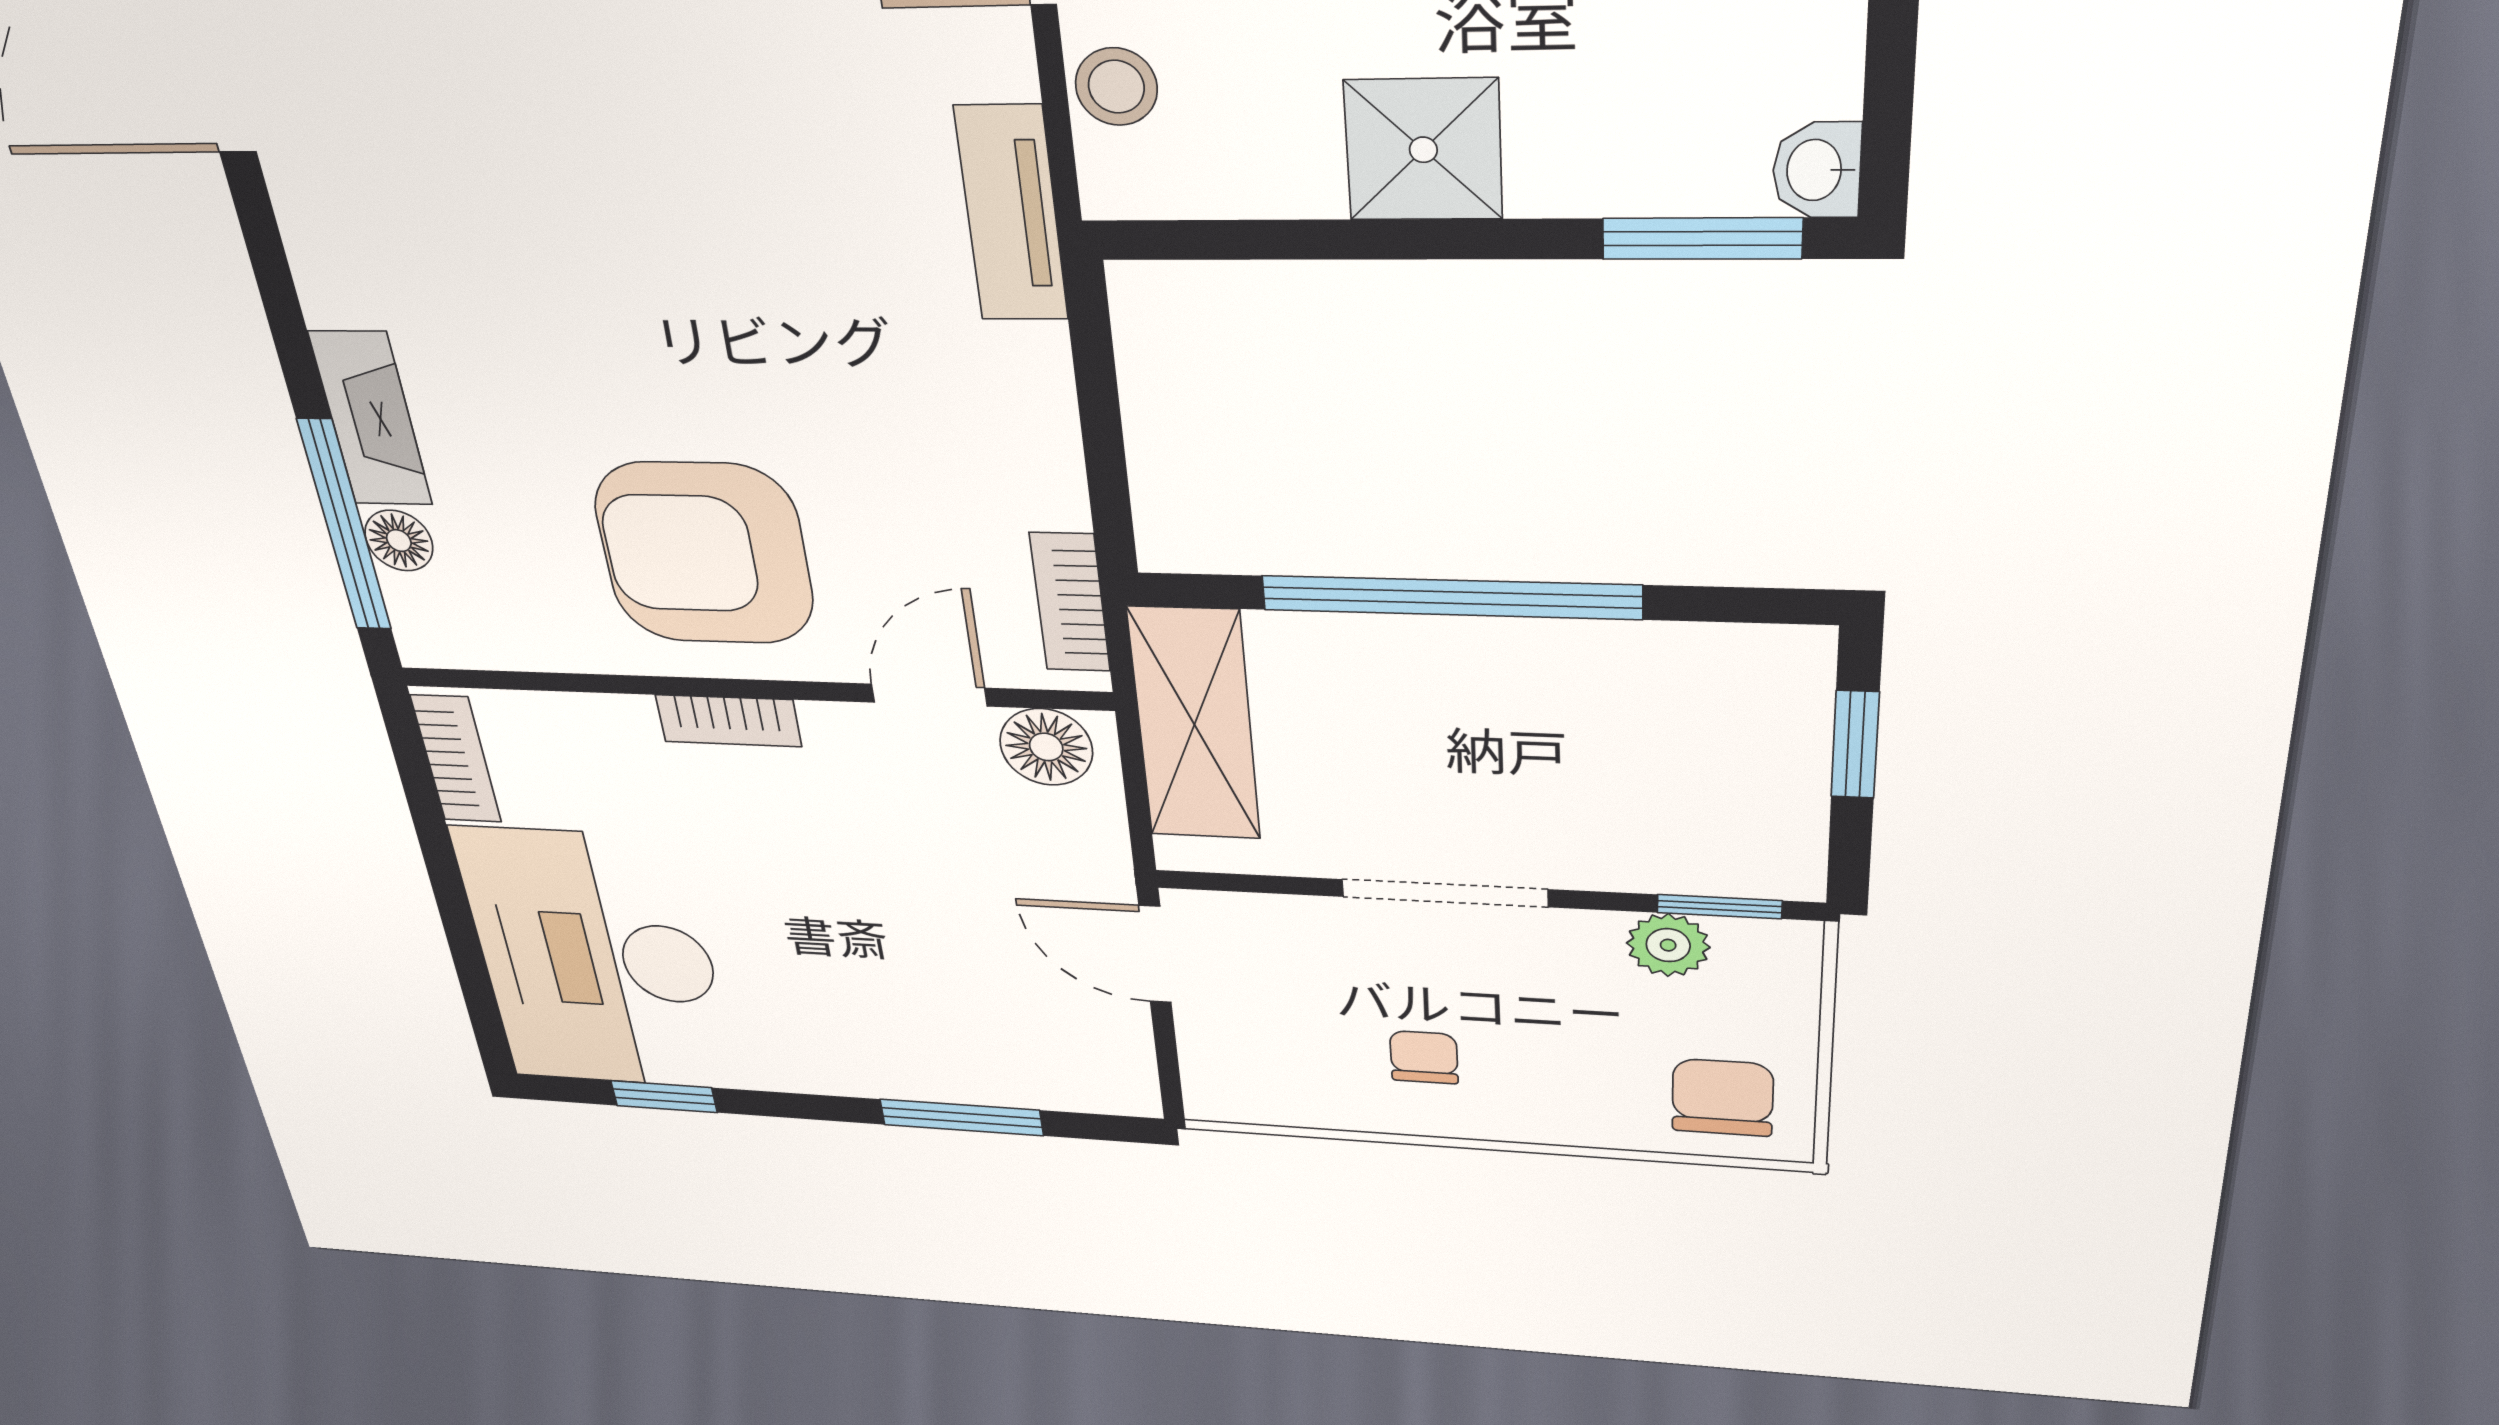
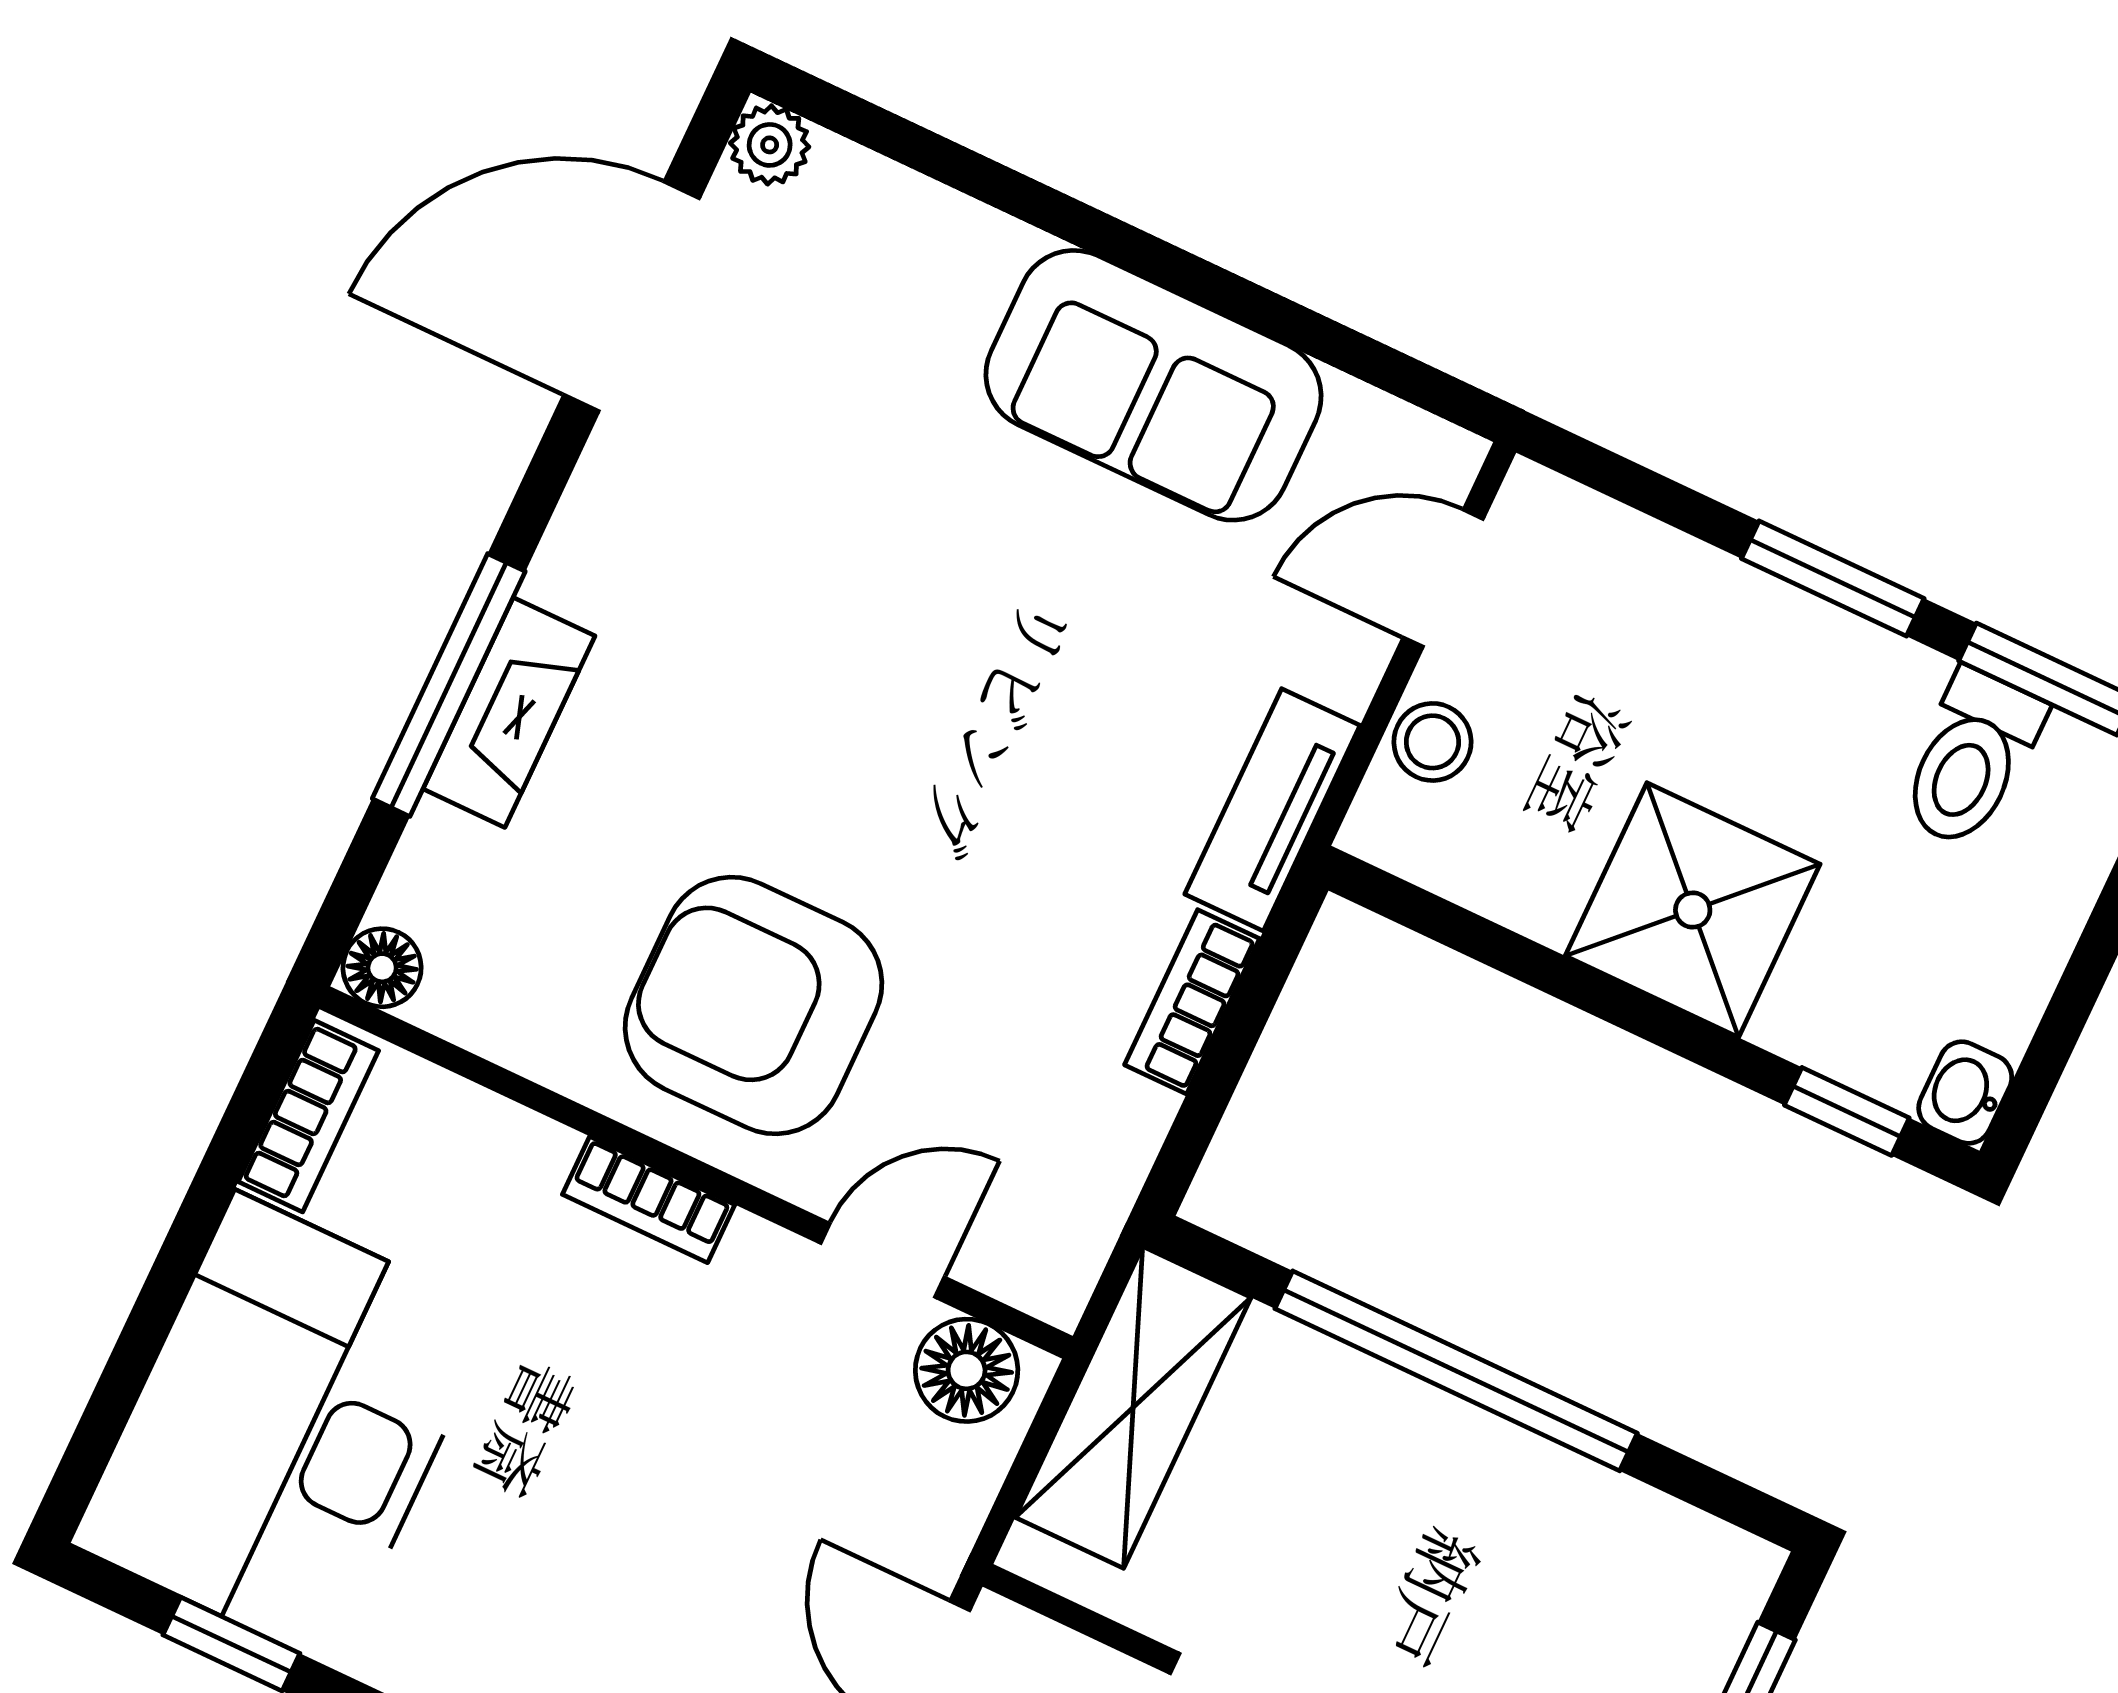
shower: (1423, 150) -> (1693, 910), width x1.36, depth x1.36
window: (1702, 239) -> (1847, 1111), width x0.67
window: (345, 526) -> (449, 685), moved
floor lamp: (399, 541) -> (382, 968), moved
bookcase: (1070, 602) -> (1192, 1002), moved

